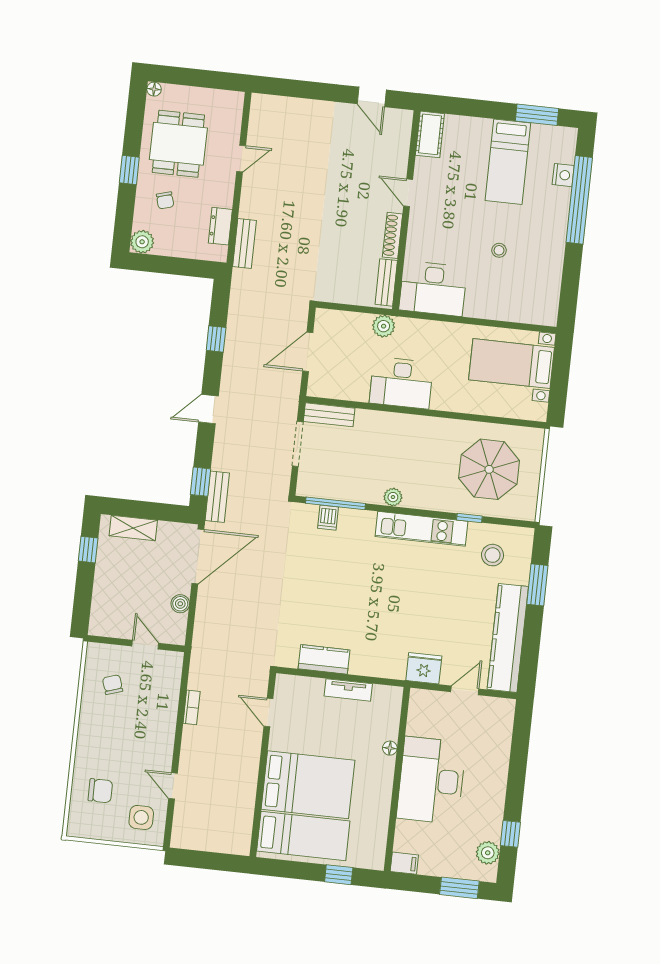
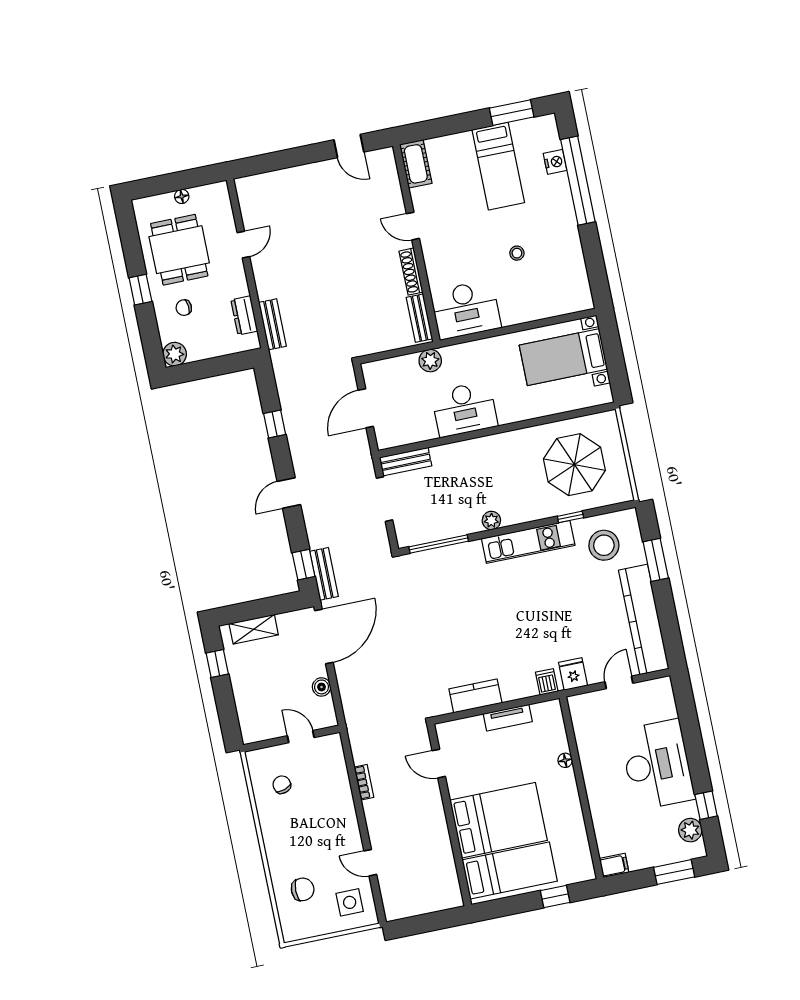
floor lamp: (154, 89) -> (182, 196), moved
chair: (165, 200) -> (184, 308), turned 102
dishwasher: (328, 518) -> (547, 682), moved, turned 180
stool: (493, 555) -> (604, 545), width x1.38, depth x1.38
fridge: (424, 668) -> (573, 674), width x0.72
desk: (431, 780) -> (657, 765), moved, turned 180

